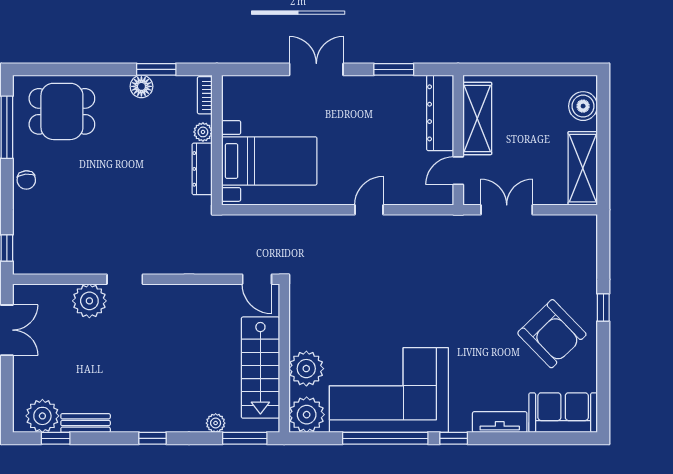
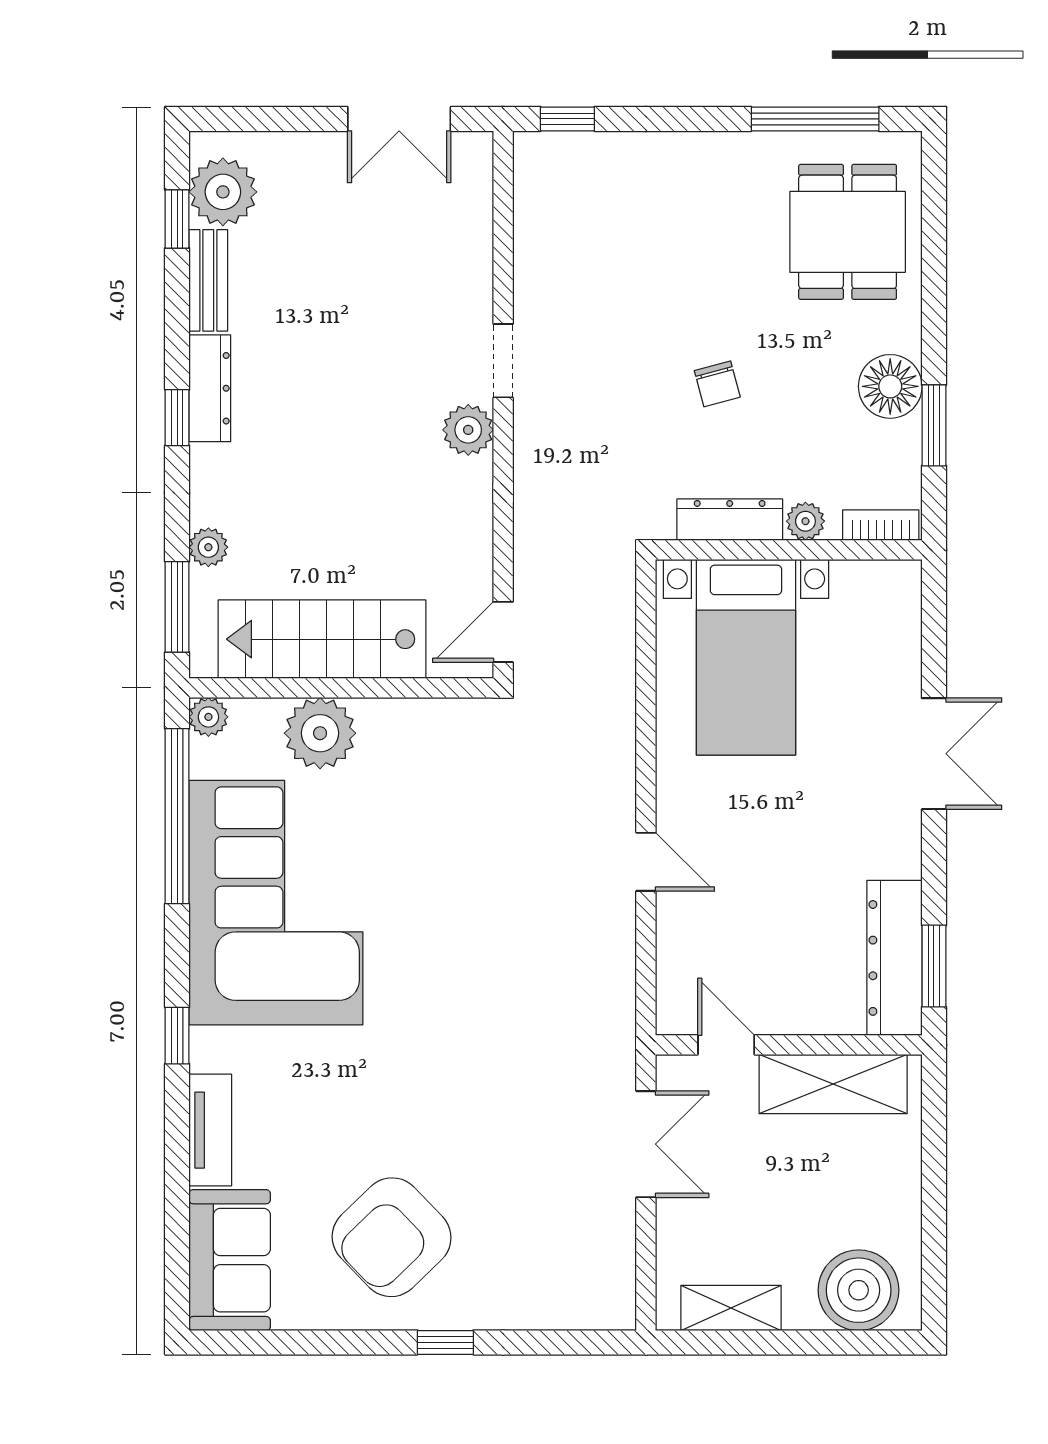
window: (394, 69) -> (934, 966), moved
floor lamp: (141, 86) -> (890, 386), width x1.38, depth x1.38
boiler: (583, 106) -> (859, 1290), width x1.37, depth x1.37
dresser: (440, 113) -> (894, 958), moved, turned -90
shelving: (583, 168) -> (731, 1308), width x0.67, depth x0.75
chair: (26, 180) -> (717, 384), moved, turned -99
plant: (89, 301) -> (468, 430), moved, width x0.73, depth x0.73
plant: (307, 415) -> (208, 717), width x0.53, depth x0.53
dresser: (138, 422) -> (210, 388), added
window: (385, 438) -> (177, 816), moved

